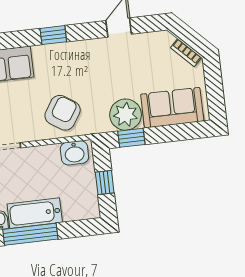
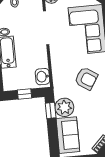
armchair: (63, 113) -> (86, 78), moved

